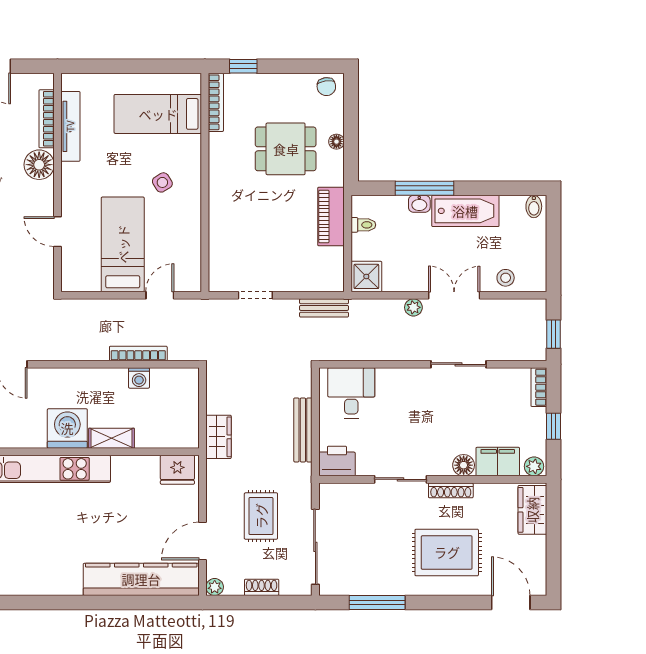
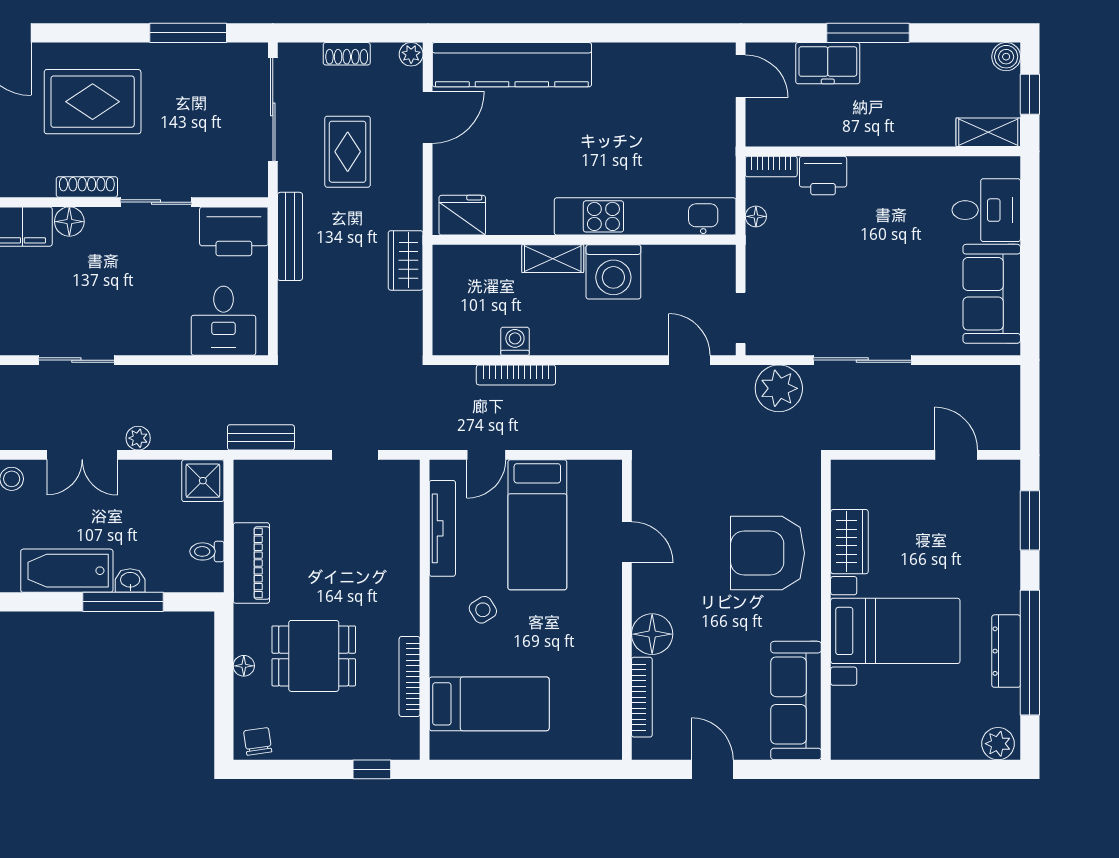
bookcase: (216, 102) -> (410, 677), moved
tv unit: (70, 126) -> (442, 528), moved, turned 180
bench: (303, 430) -> (290, 236), moved
printer: (337, 461) -> (234, 231), width x1.37, depth x1.19

